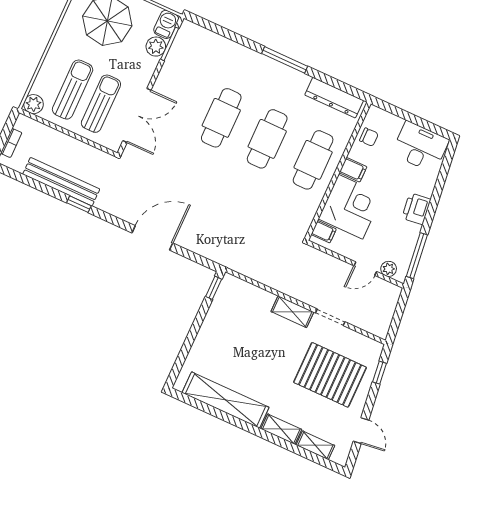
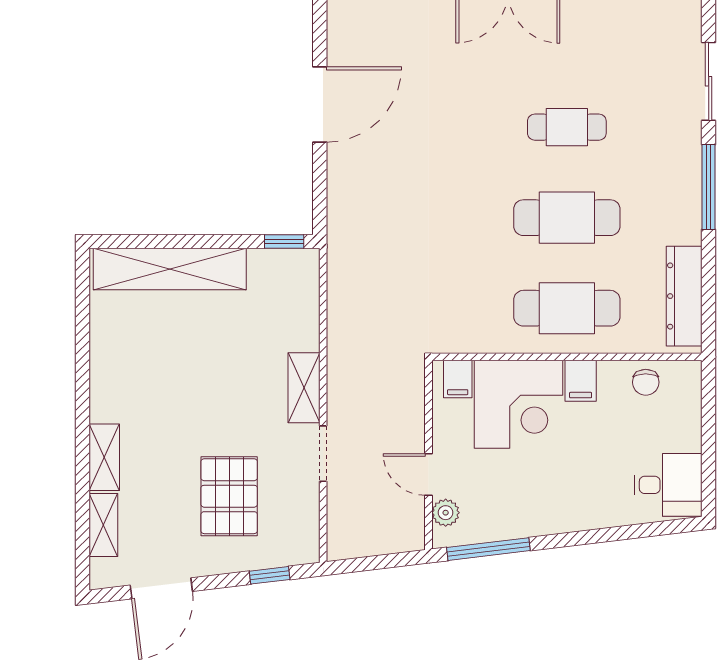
sliding door: (231, 35) -> (709, 81), added
cafe table: (221, 118) -> (567, 127), width x0.73, depth x0.74
desk: (420, 147) -> (668, 485), width x0.73
printer: (416, 209) -> (564, 513), removed
door: (152, 238) -> (320, 105), hinge flipped
pallet: (330, 375) -> (229, 496), width x0.73, depth x0.71
shelving: (226, 400) -> (170, 269), moved, turned 90
door: (361, 431) -> (161, 588), width x1.38

